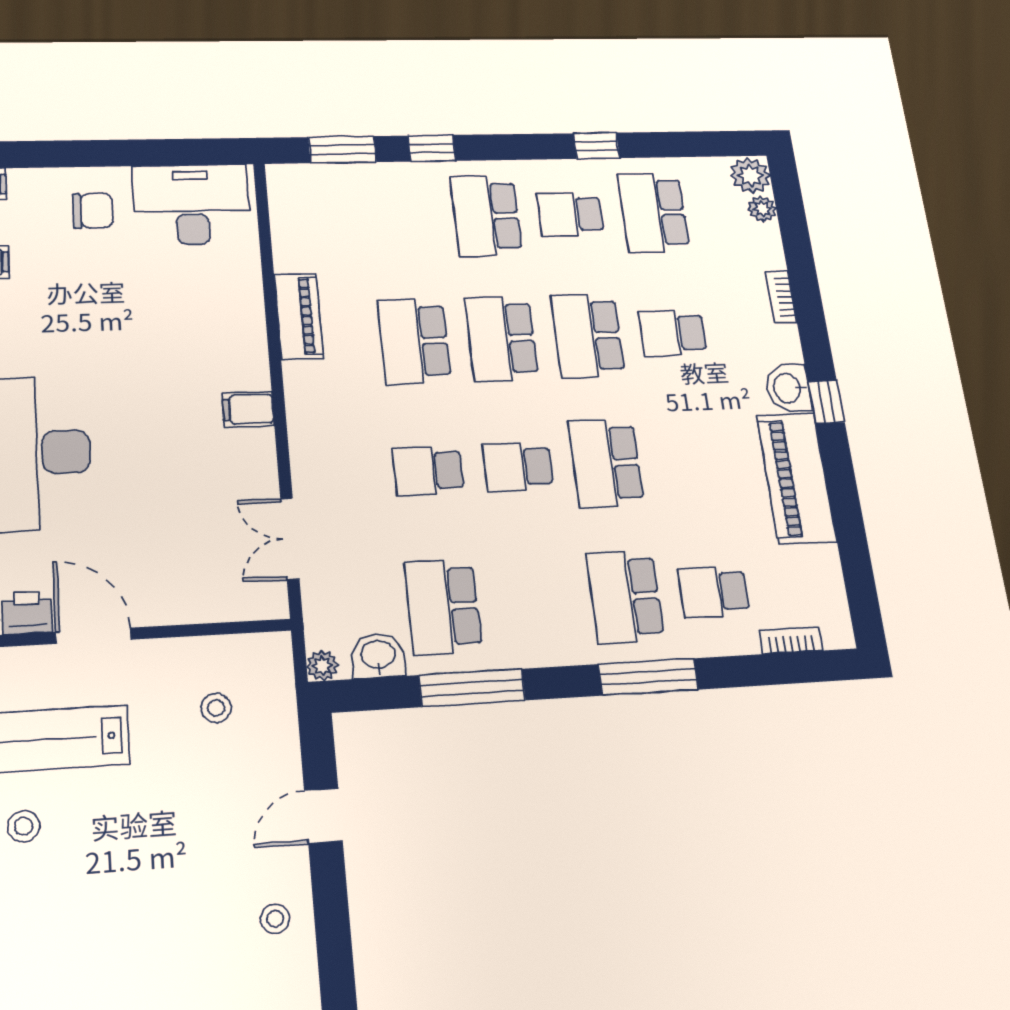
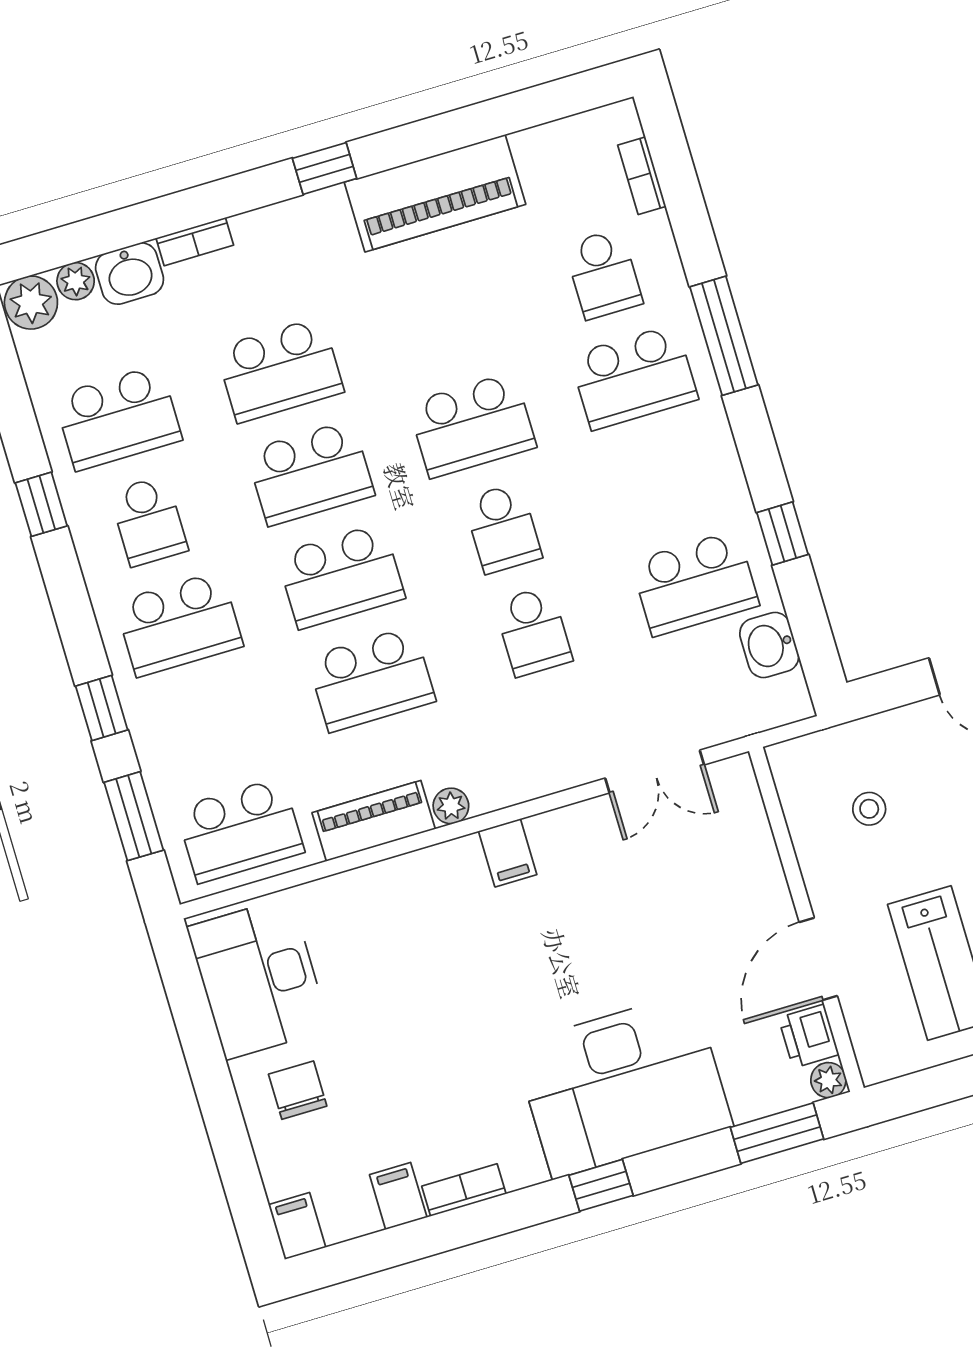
school desk: (314, 220) -> (240, 830), added
school desk: (673, 333) -> (280, 370), width x1.85
washbasin: (788, 388) -> (130, 274), moved
plant: (322, 666) -> (451, 806), moved
window: (472, 688) -> (782, 533), width x0.46

